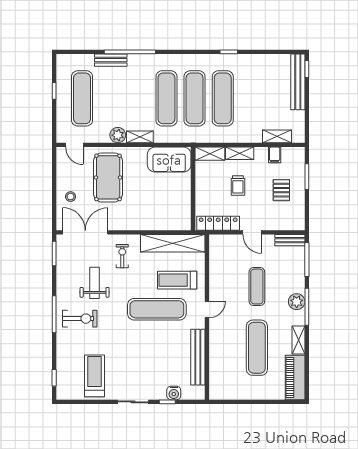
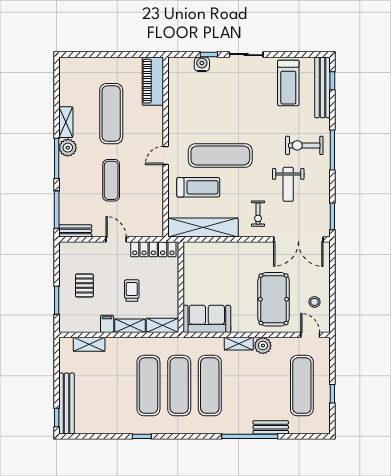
filing cabinet: (275, 155) -> (107, 324), moved
stool: (71, 197) -> (314, 302), moved
plant: (297, 302) -> (68, 148), moved
bench: (198, 357) -> (322, 87), moved
piano: (295, 377) -> (153, 81), moved, turned 180

